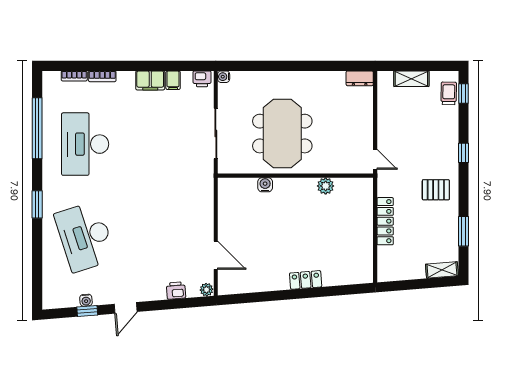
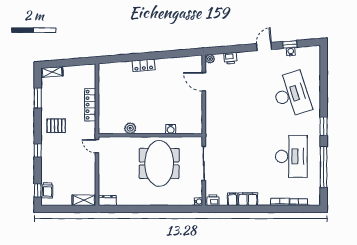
shelving: (411, 79) -> (84, 200), moved
window: (37, 204) -> (324, 126), moved

